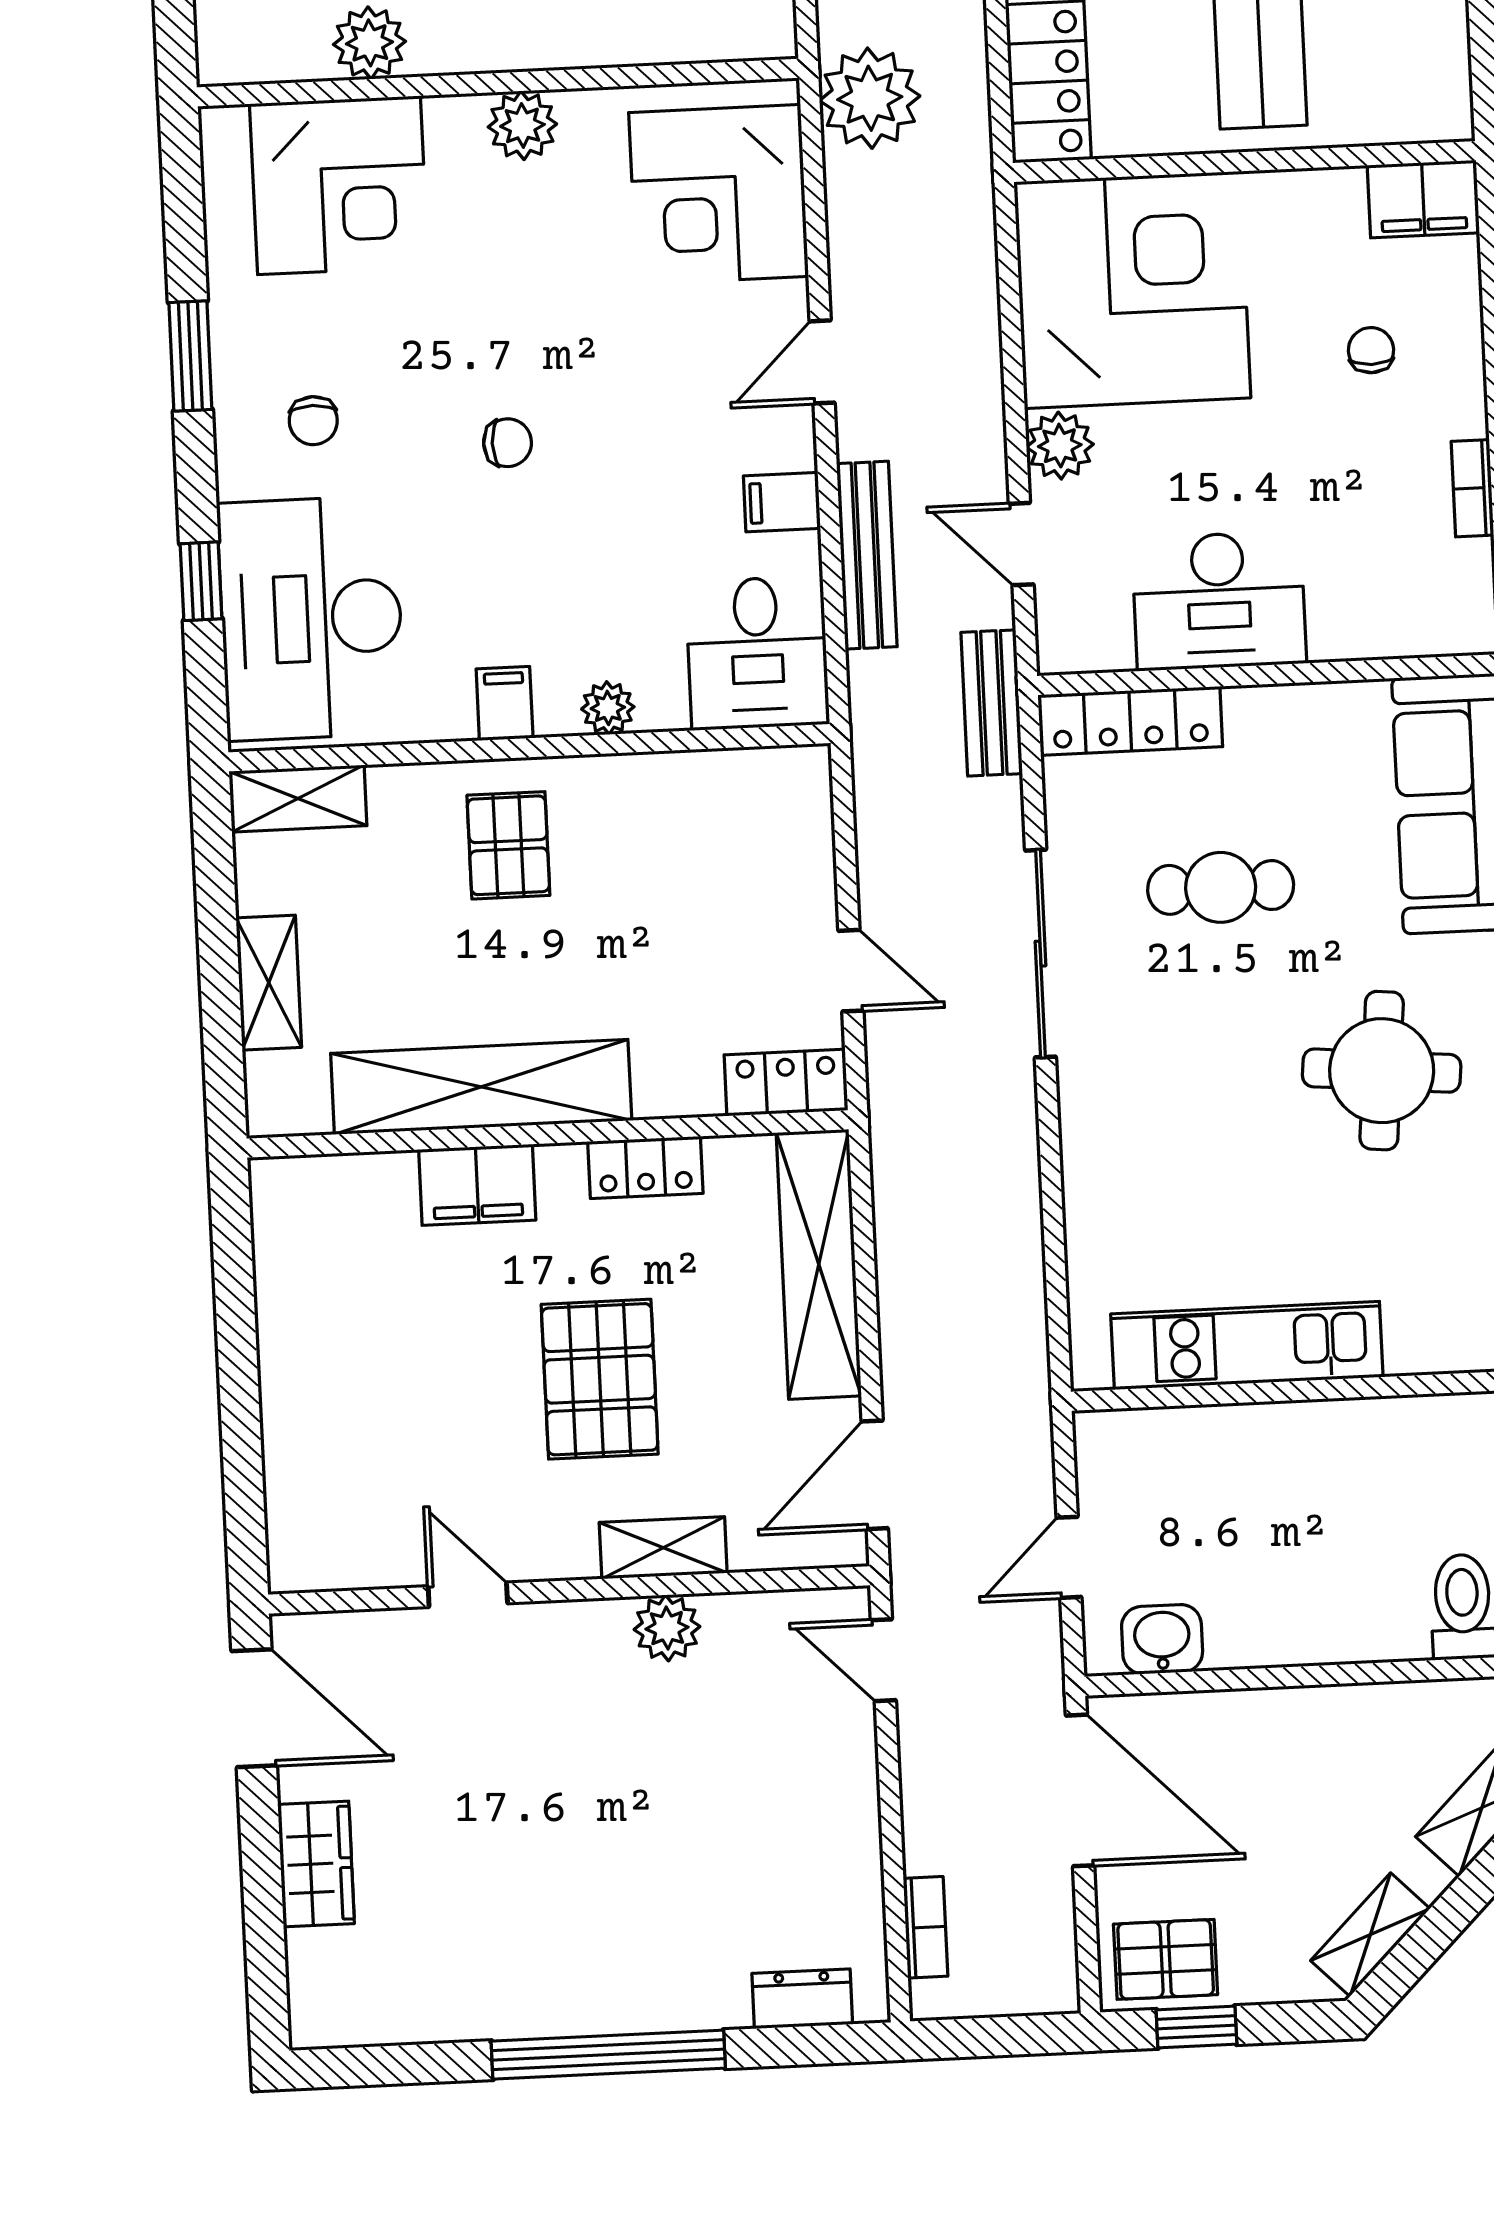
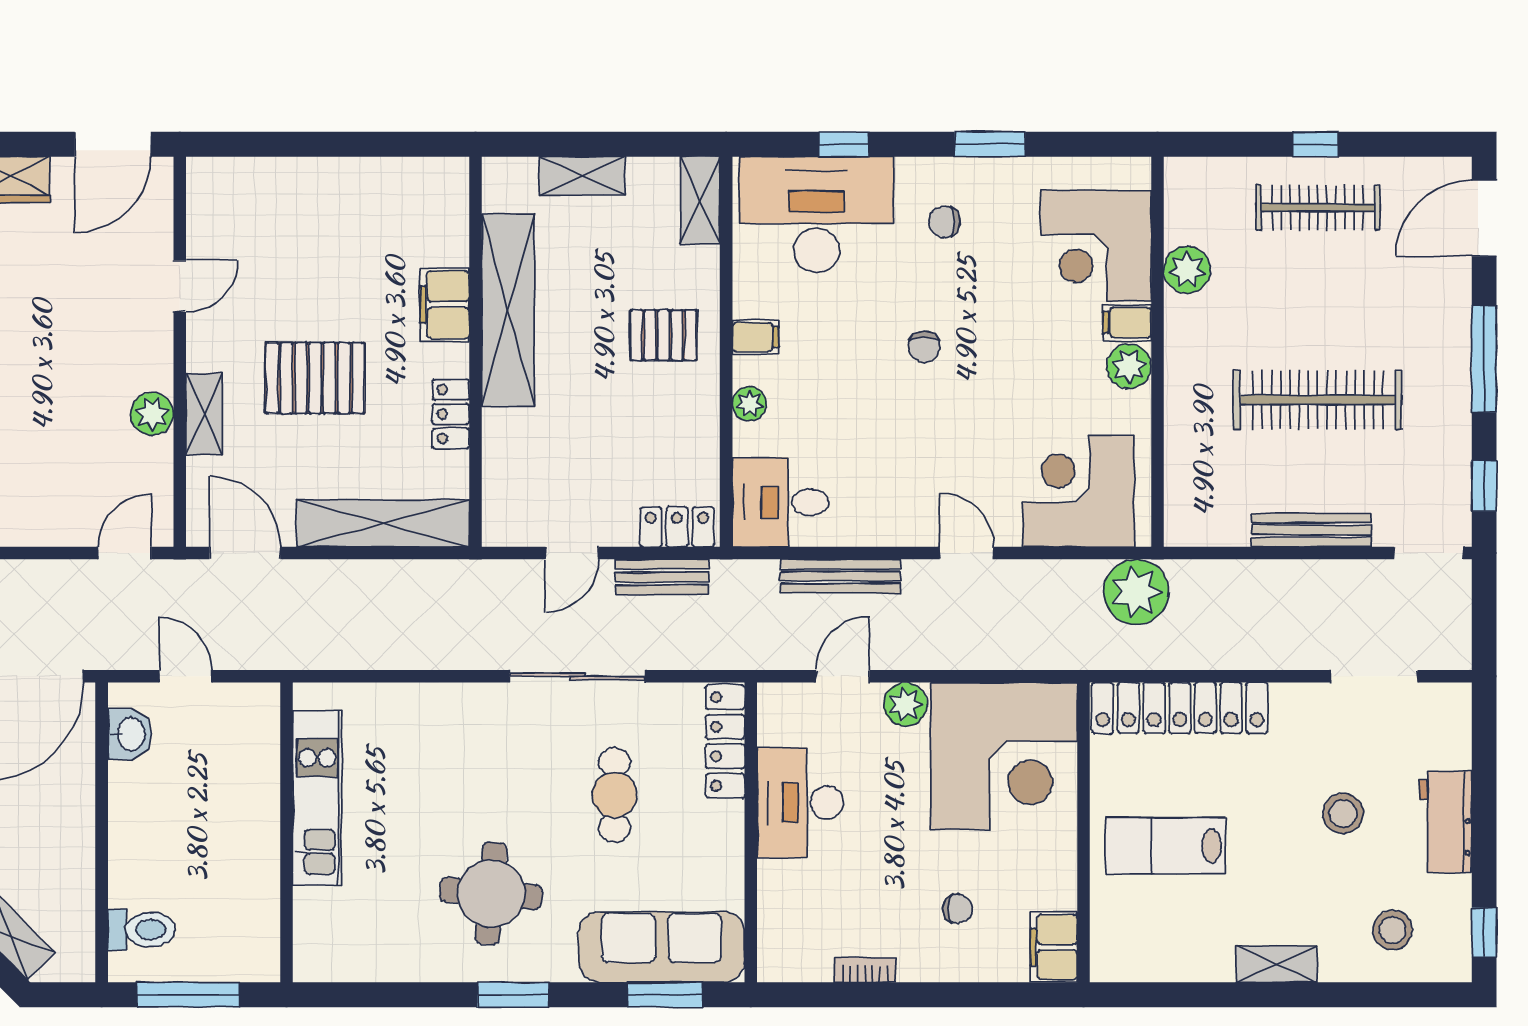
filing cabinet: (782, 502) -> (1127, 323), moved, turned -90
bench: (992, 703) -> (662, 577), moved
locker: (786, 1083) -> (677, 527), moved, turned -90

